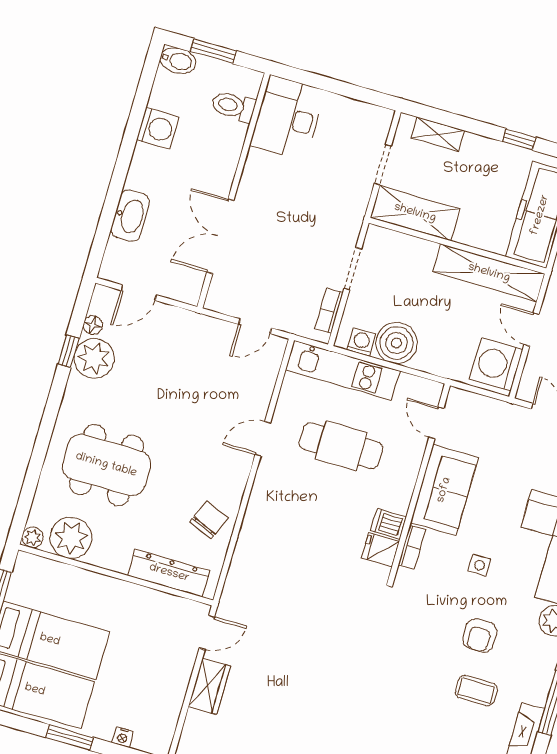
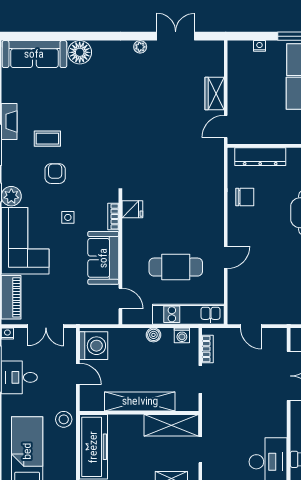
shelving: (489, 273) -> (140, 401), moved
door: (255, 326) -> (251, 326), swing flipped
boiler: (397, 343) -> (153, 335), width x0.54, depth x0.54
chair: (209, 520) -> (245, 197), turned -113
dishwasher: (389, 524) -> (132, 227), removed

